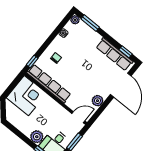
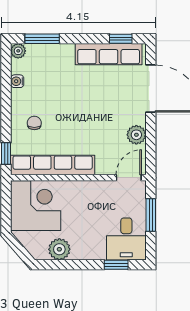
plant: (37, 137) -> (59, 249), moved

